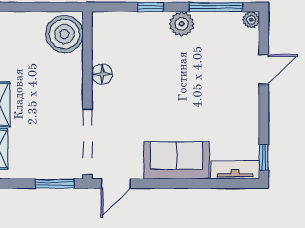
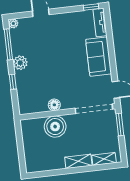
boiler: (64, 34) -> (55, 127), moved

